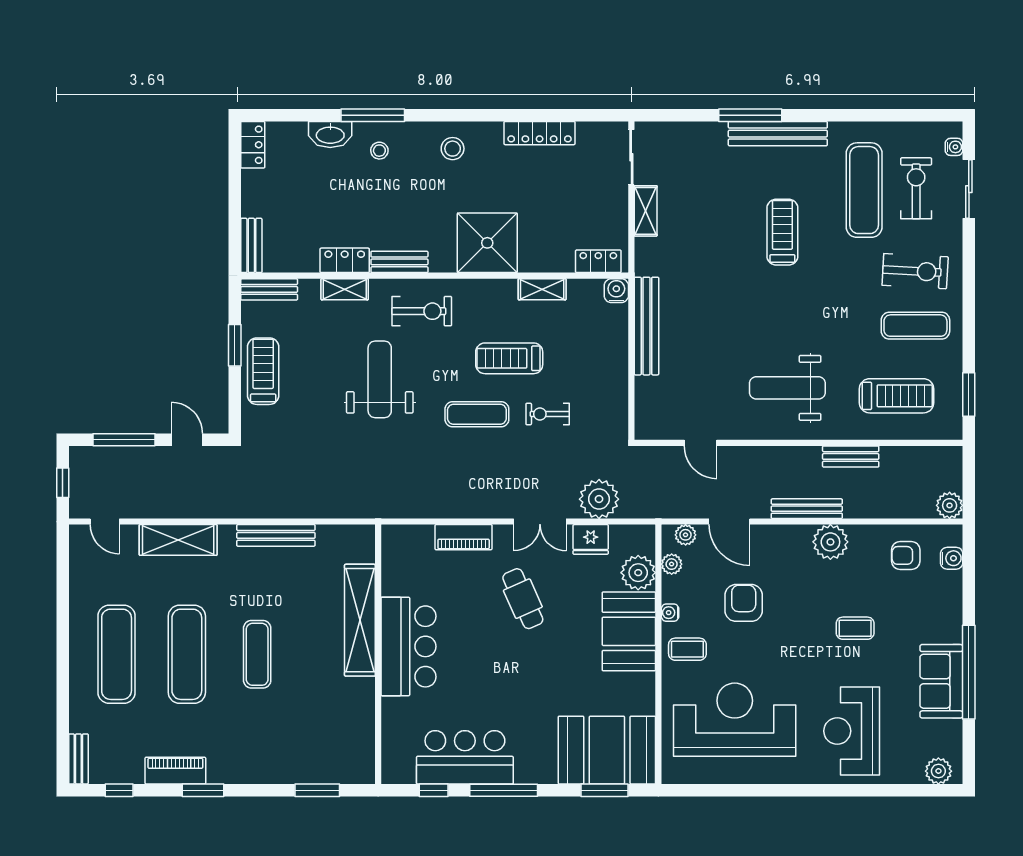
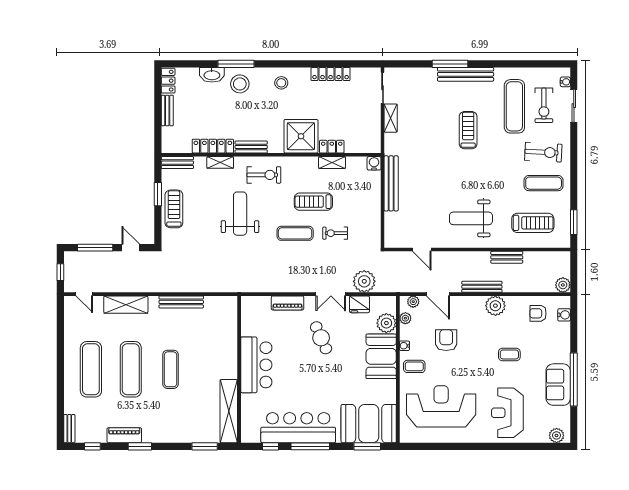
stool: (379, 151) -> (240, 84), width x1.89, depth x1.89
exercise bike: (916, 188) -> (544, 105), turned 180
bench: (251, 245) -> (167, 111), moved
locker: (345, 260) -> (213, 146), width x1.53
locker: (598, 261) -> (332, 147), moved
shelving: (360, 620) -> (229, 411), moved
bar counter: (465, 757) -> (298, 428), width x1.36

